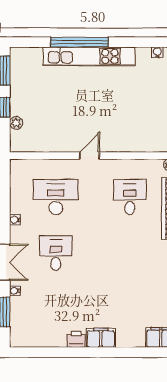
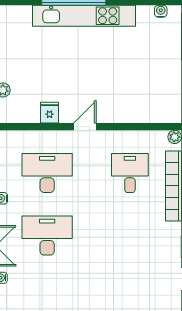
fridge: (58, 143) -> (49, 113), added
desk: (56, 253) -> (47, 236), width x1.37

